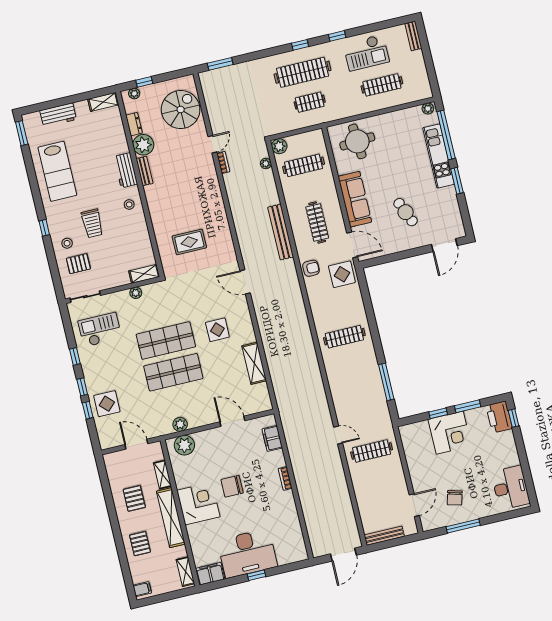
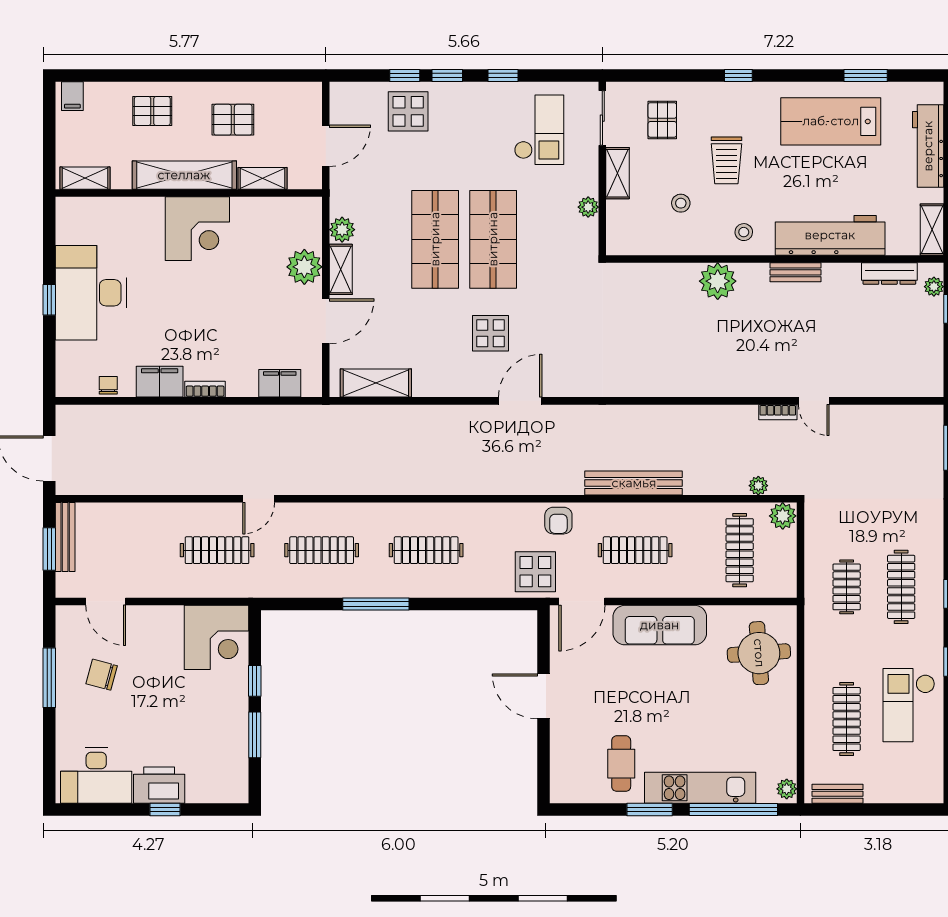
bench: (413, 36) -> (837, 794), moved
clothes rail: (303, 72) -> (901, 587), width x0.73, depth x0.76
spiral stairs: (181, 110) -> (887, 360), removed
workbench: (58, 115) -> (928, 146), width x1.38
dresser: (134, 124) -> (889, 273), width x1.44
window: (22, 133) -> (866, 75), moved
plant: (143, 145) -> (718, 281), moved
workbench: (126, 170) -> (830, 235), width x1.88, depth x1.32
cafe table: (406, 212) -> (621, 764), moved, turned -67
trolley: (92, 223) -> (726, 160), turned -90
rug: (189, 242) -> (654, 321), removed
stool: (67, 243) -> (681, 203), moved
door: (444, 245) -> (544, 696), moved
shelving: (144, 274) -> (618, 173), moved
door: (245, 282) -> (520, 401), moved
clothes rail: (344, 337) -> (426, 550), turned 90
shelving: (254, 363) -> (376, 383), moved
window: (386, 382) -> (376, 604), moved
clothes rail: (358, 394) -> (322, 550), added
printer: (499, 417) -> (159, 785), moved
window: (514, 418) -> (165, 810), moved
shelving: (202, 420) -> (341, 269), added
corner desk: (450, 433) -> (216, 637), moved, turned -90
plant: (184, 445) -> (304, 267), moved
clothes rail: (372, 451) -> (217, 550), turned 90
chair: (232, 486) -> (108, 385), moved, width x0.54, depth x0.54
window: (393, 543) -> (49, 549), added
filing cabinet: (210, 574) -> (160, 382), moved, turned -90

